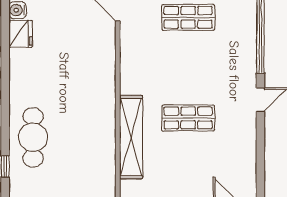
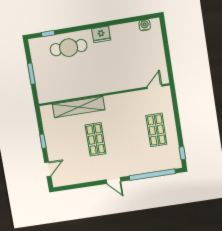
fridge: (21, 34) -> (101, 34), moved

